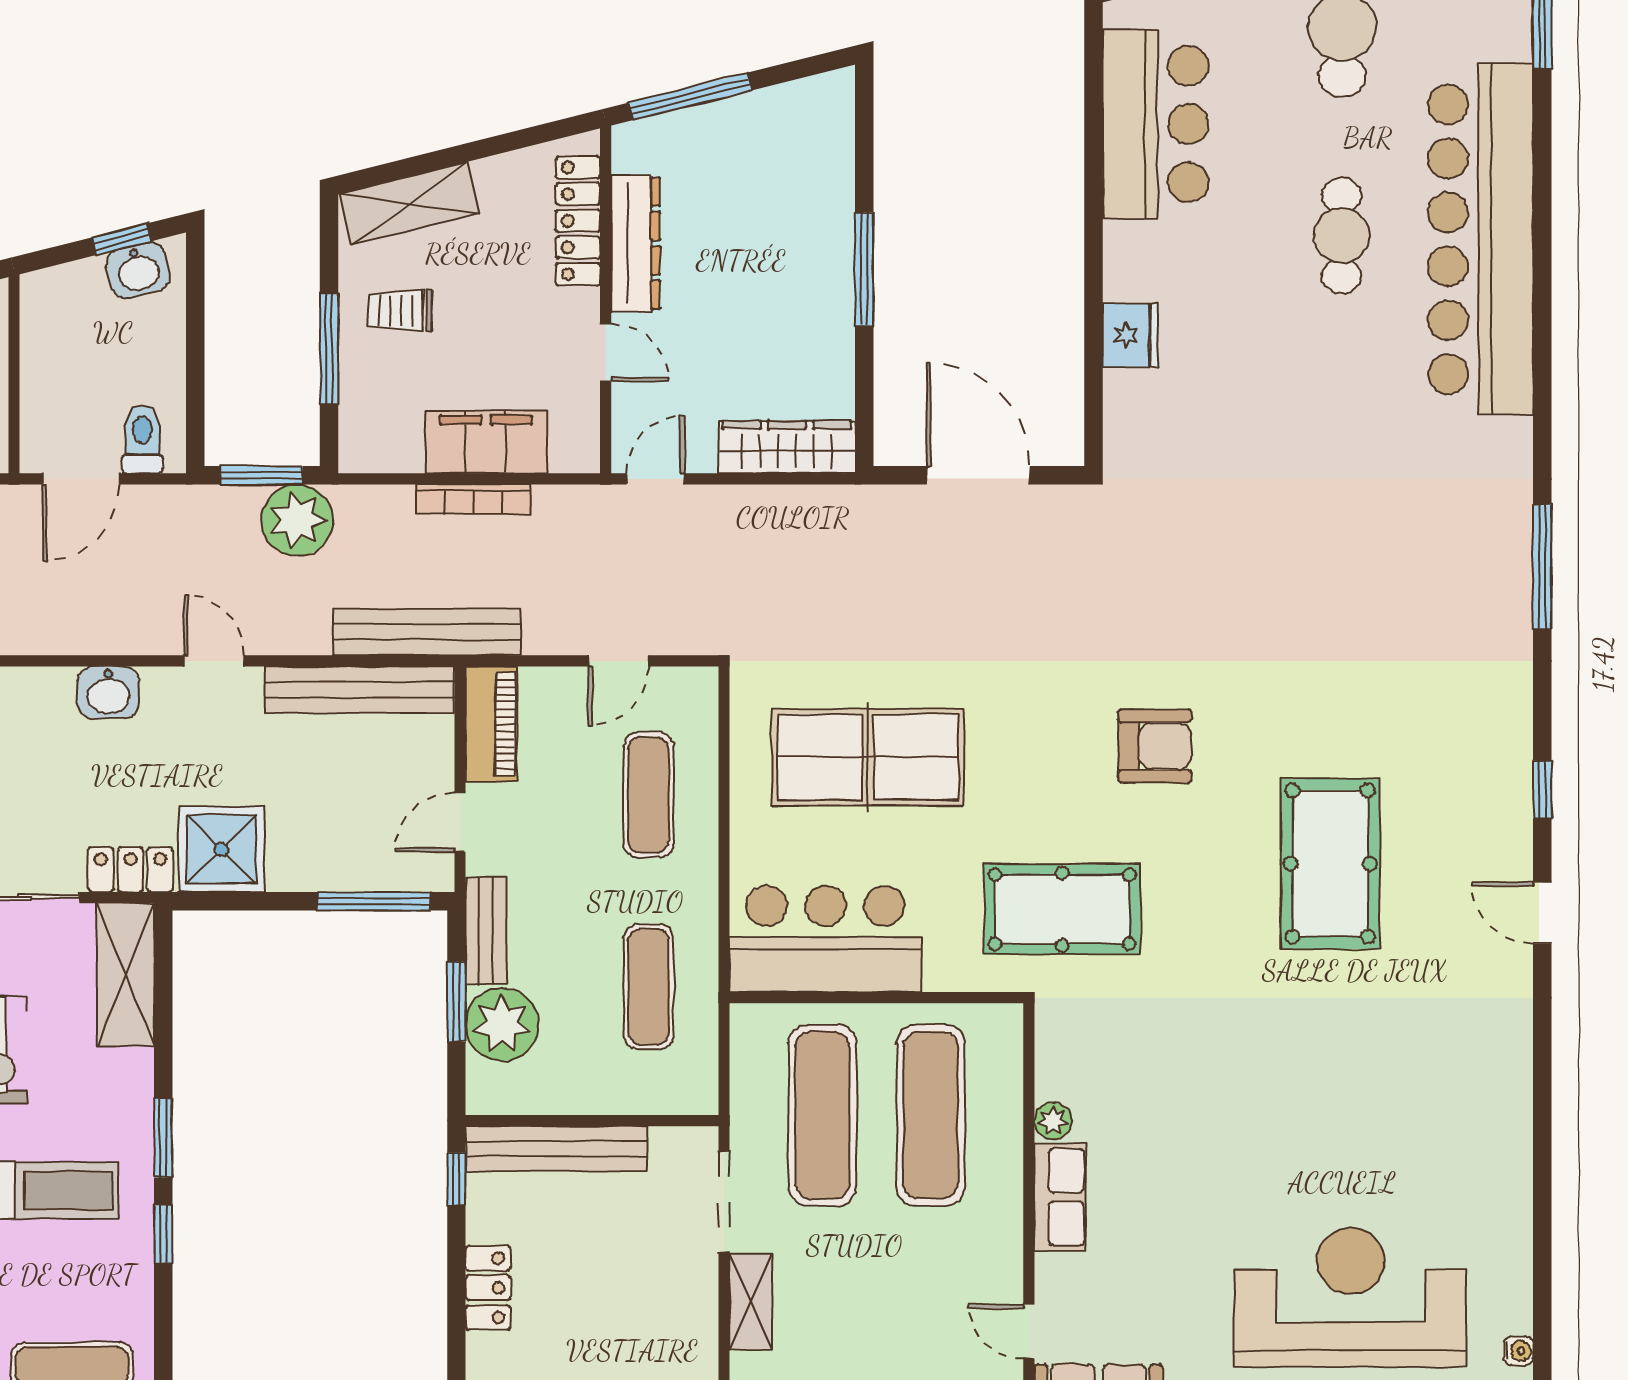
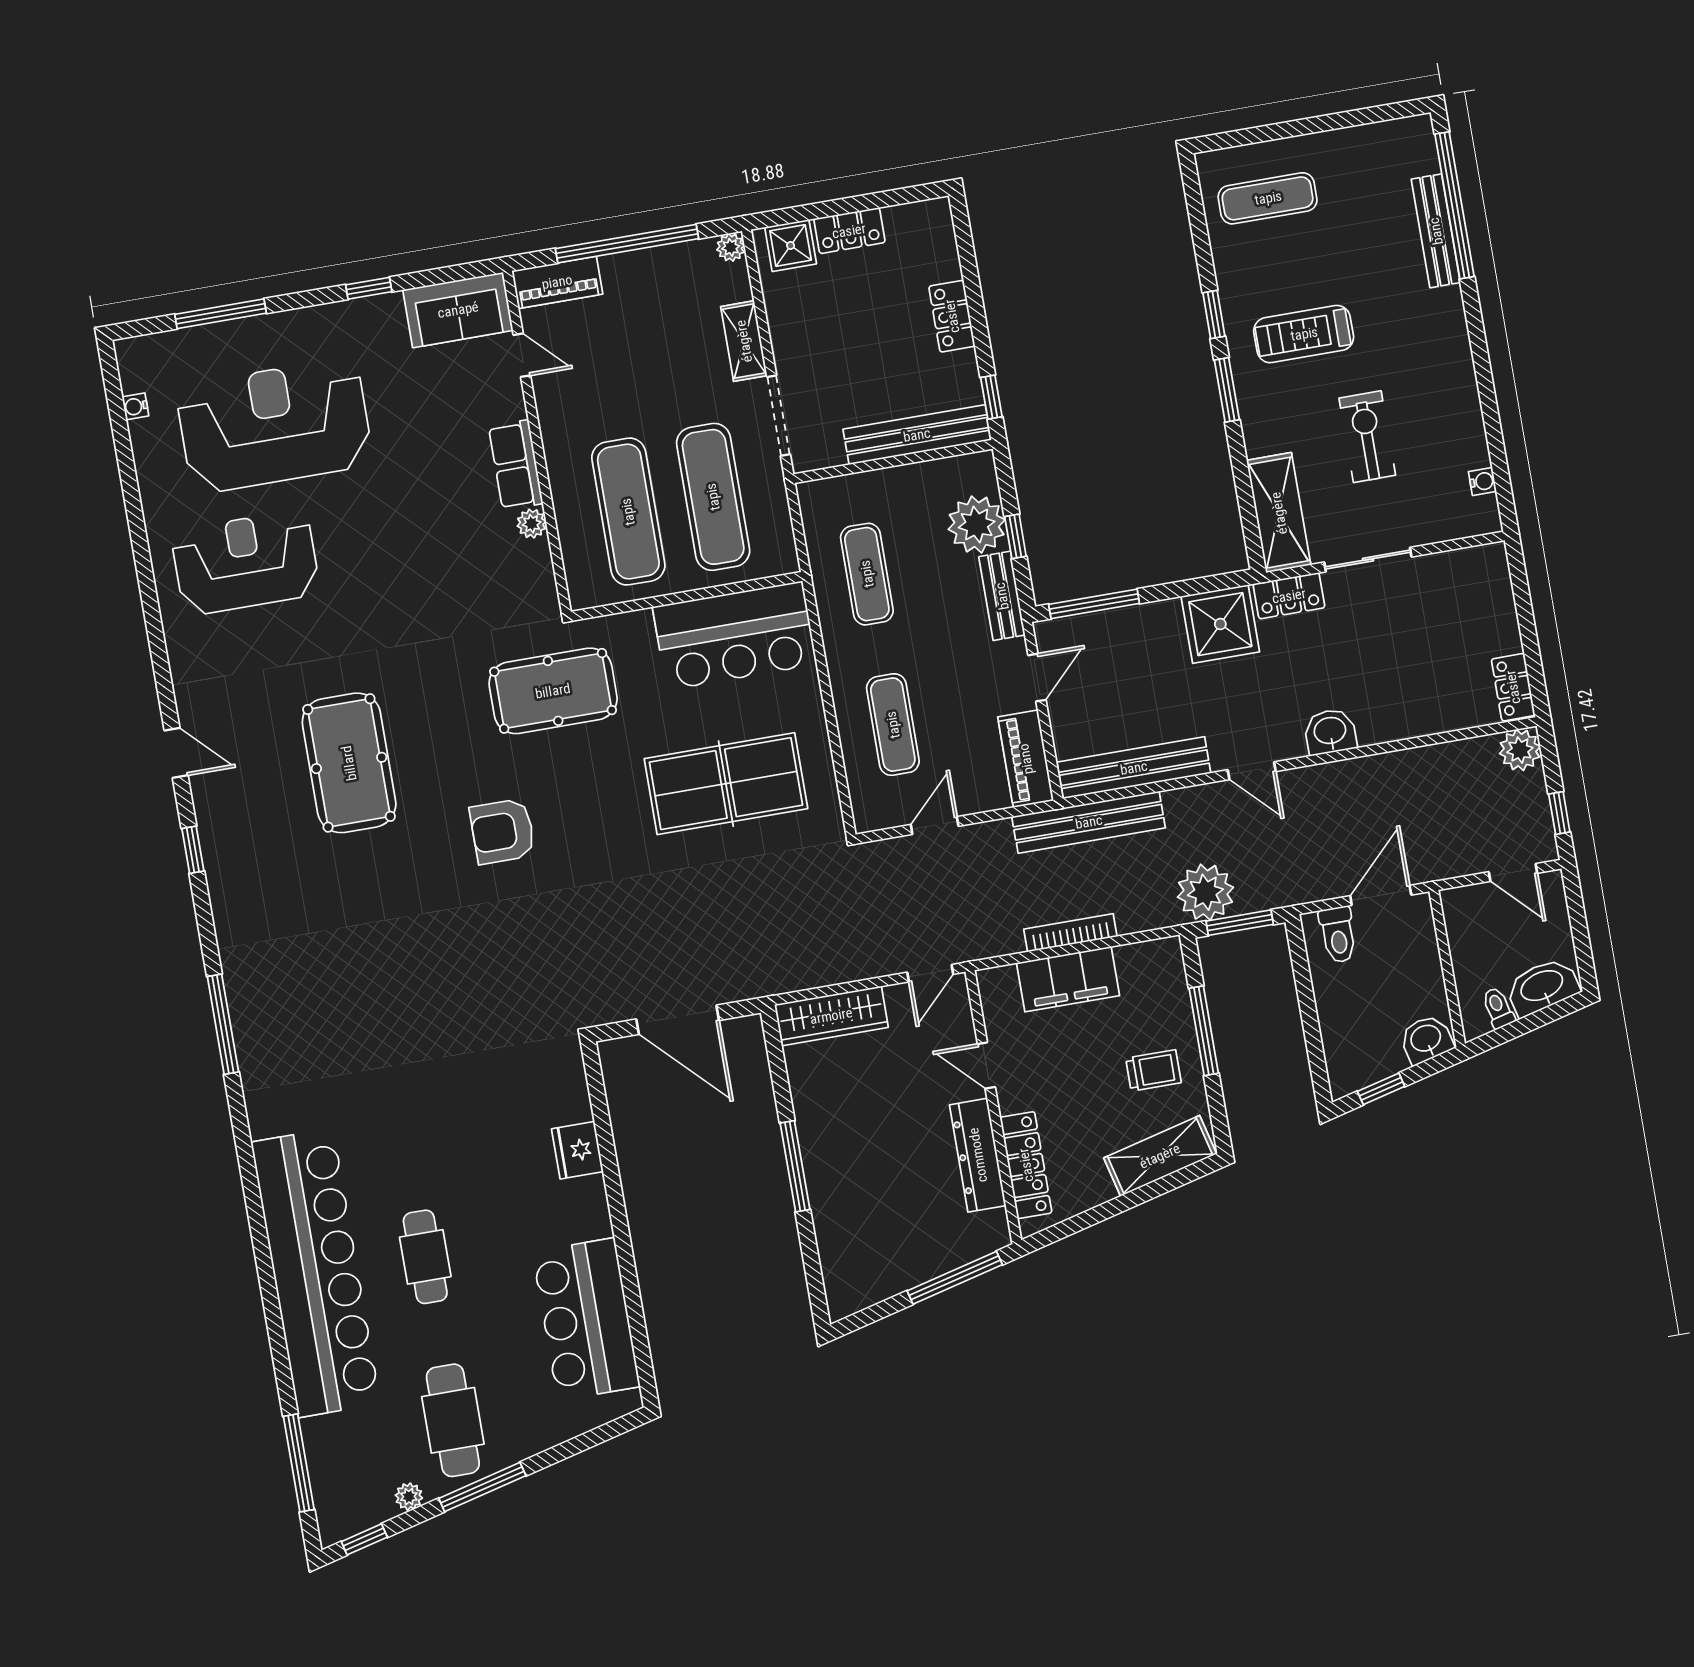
washbasin: (138, 270) -> (1426, 1039), moved
window: (456, 1002) -> (1015, 536), width x0.67
reception desk: (1416, 1134) -> (246, 563), added
reception desk: (1350, 1297) -> (274, 426), turned 180

